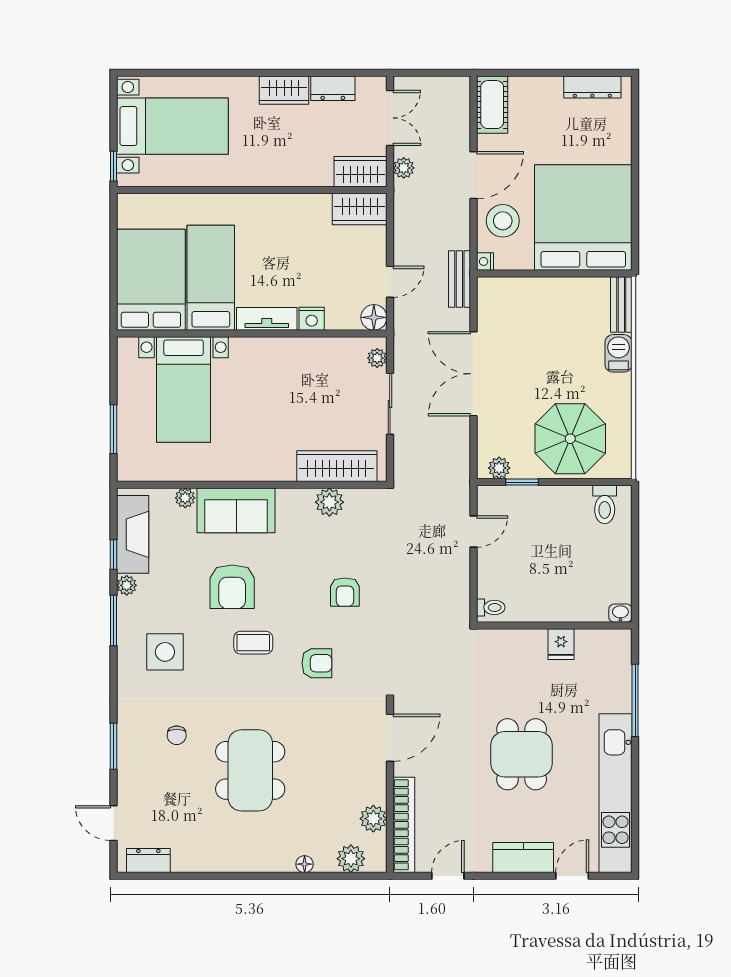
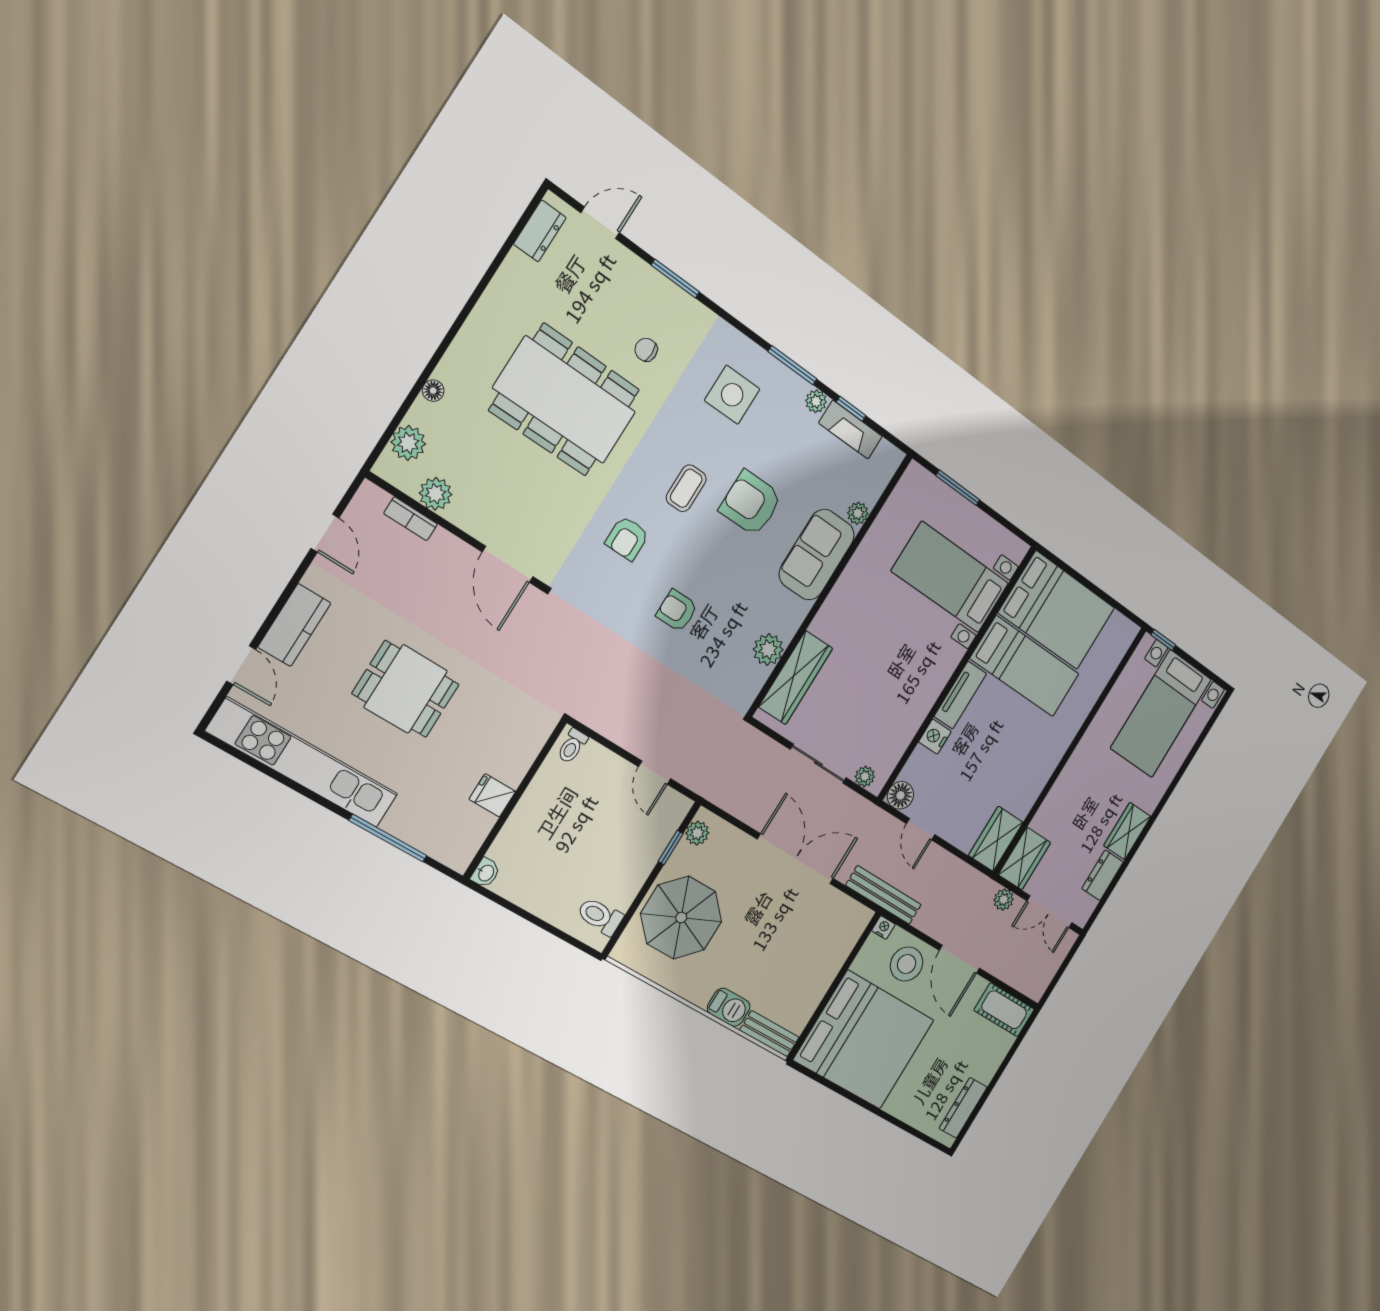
bench: (459, 279) -> (884, 895), width x1.36
fireplace: (133, 534) -> (850, 430), width x0.73, depth x0.76
dining table: (250, 770) -> (565, 400), width x1.36, depth x1.24
bookcase: (404, 825) -> (411, 519), width x0.43, depth x0.76

